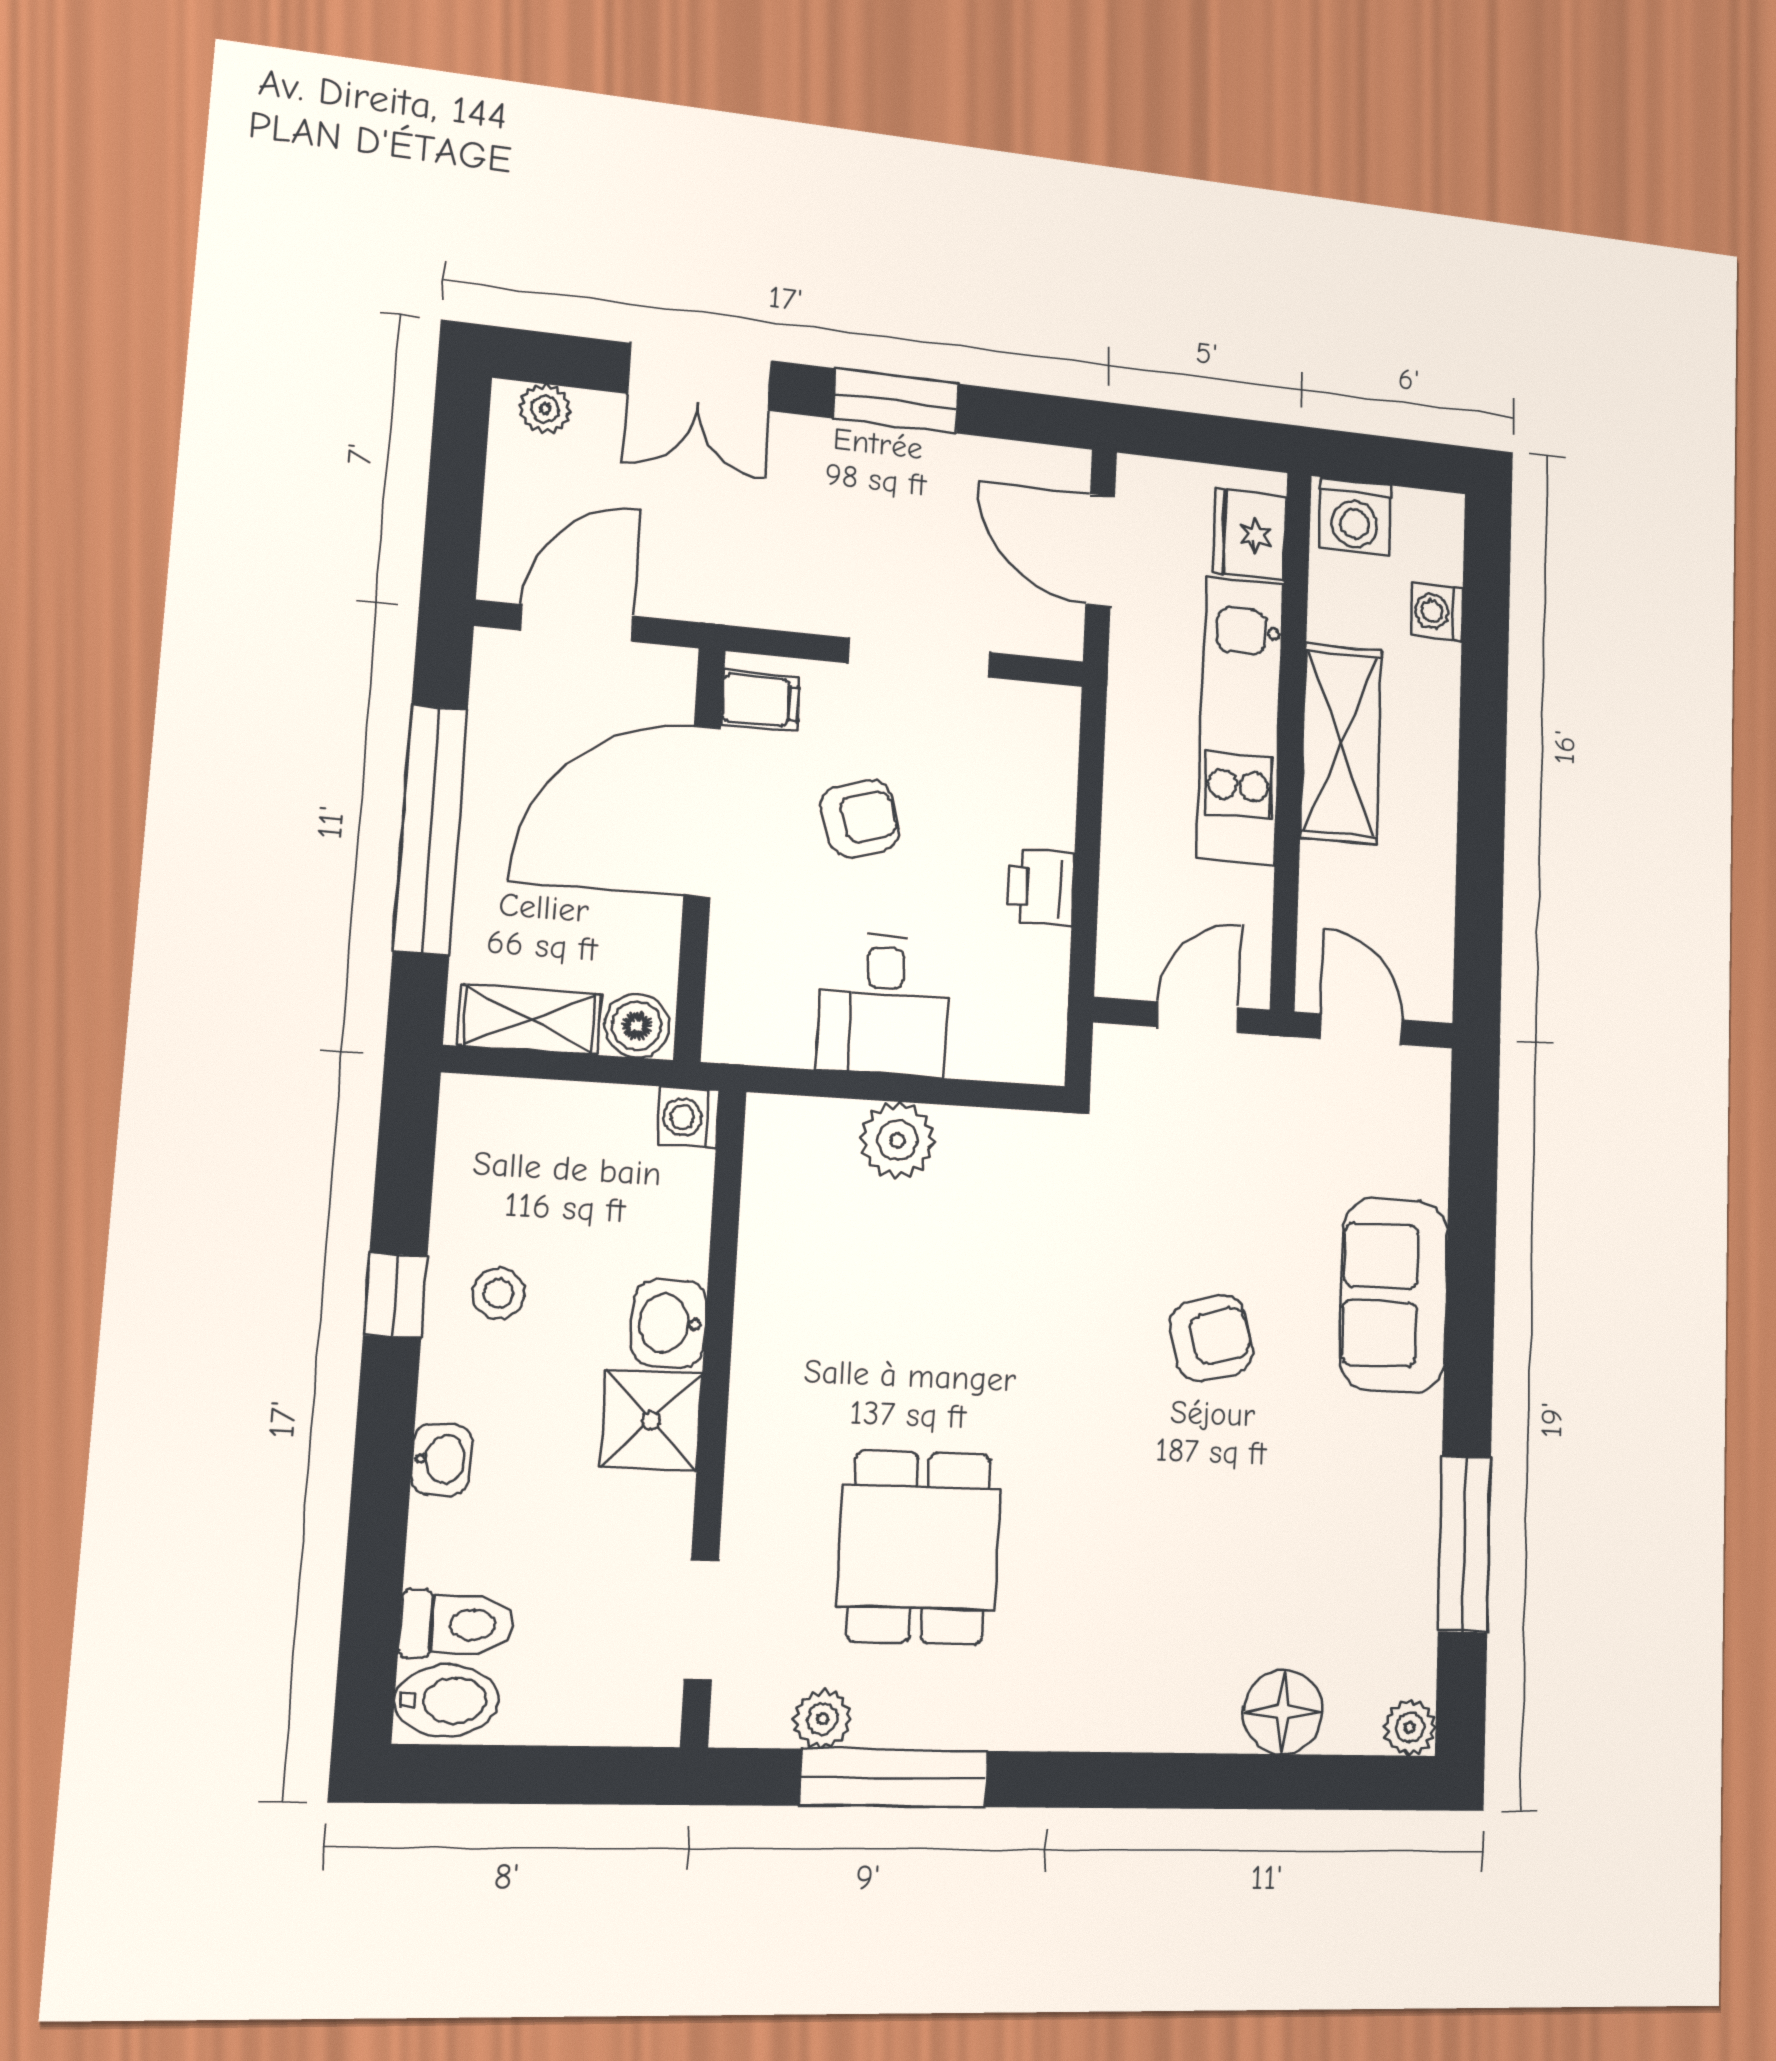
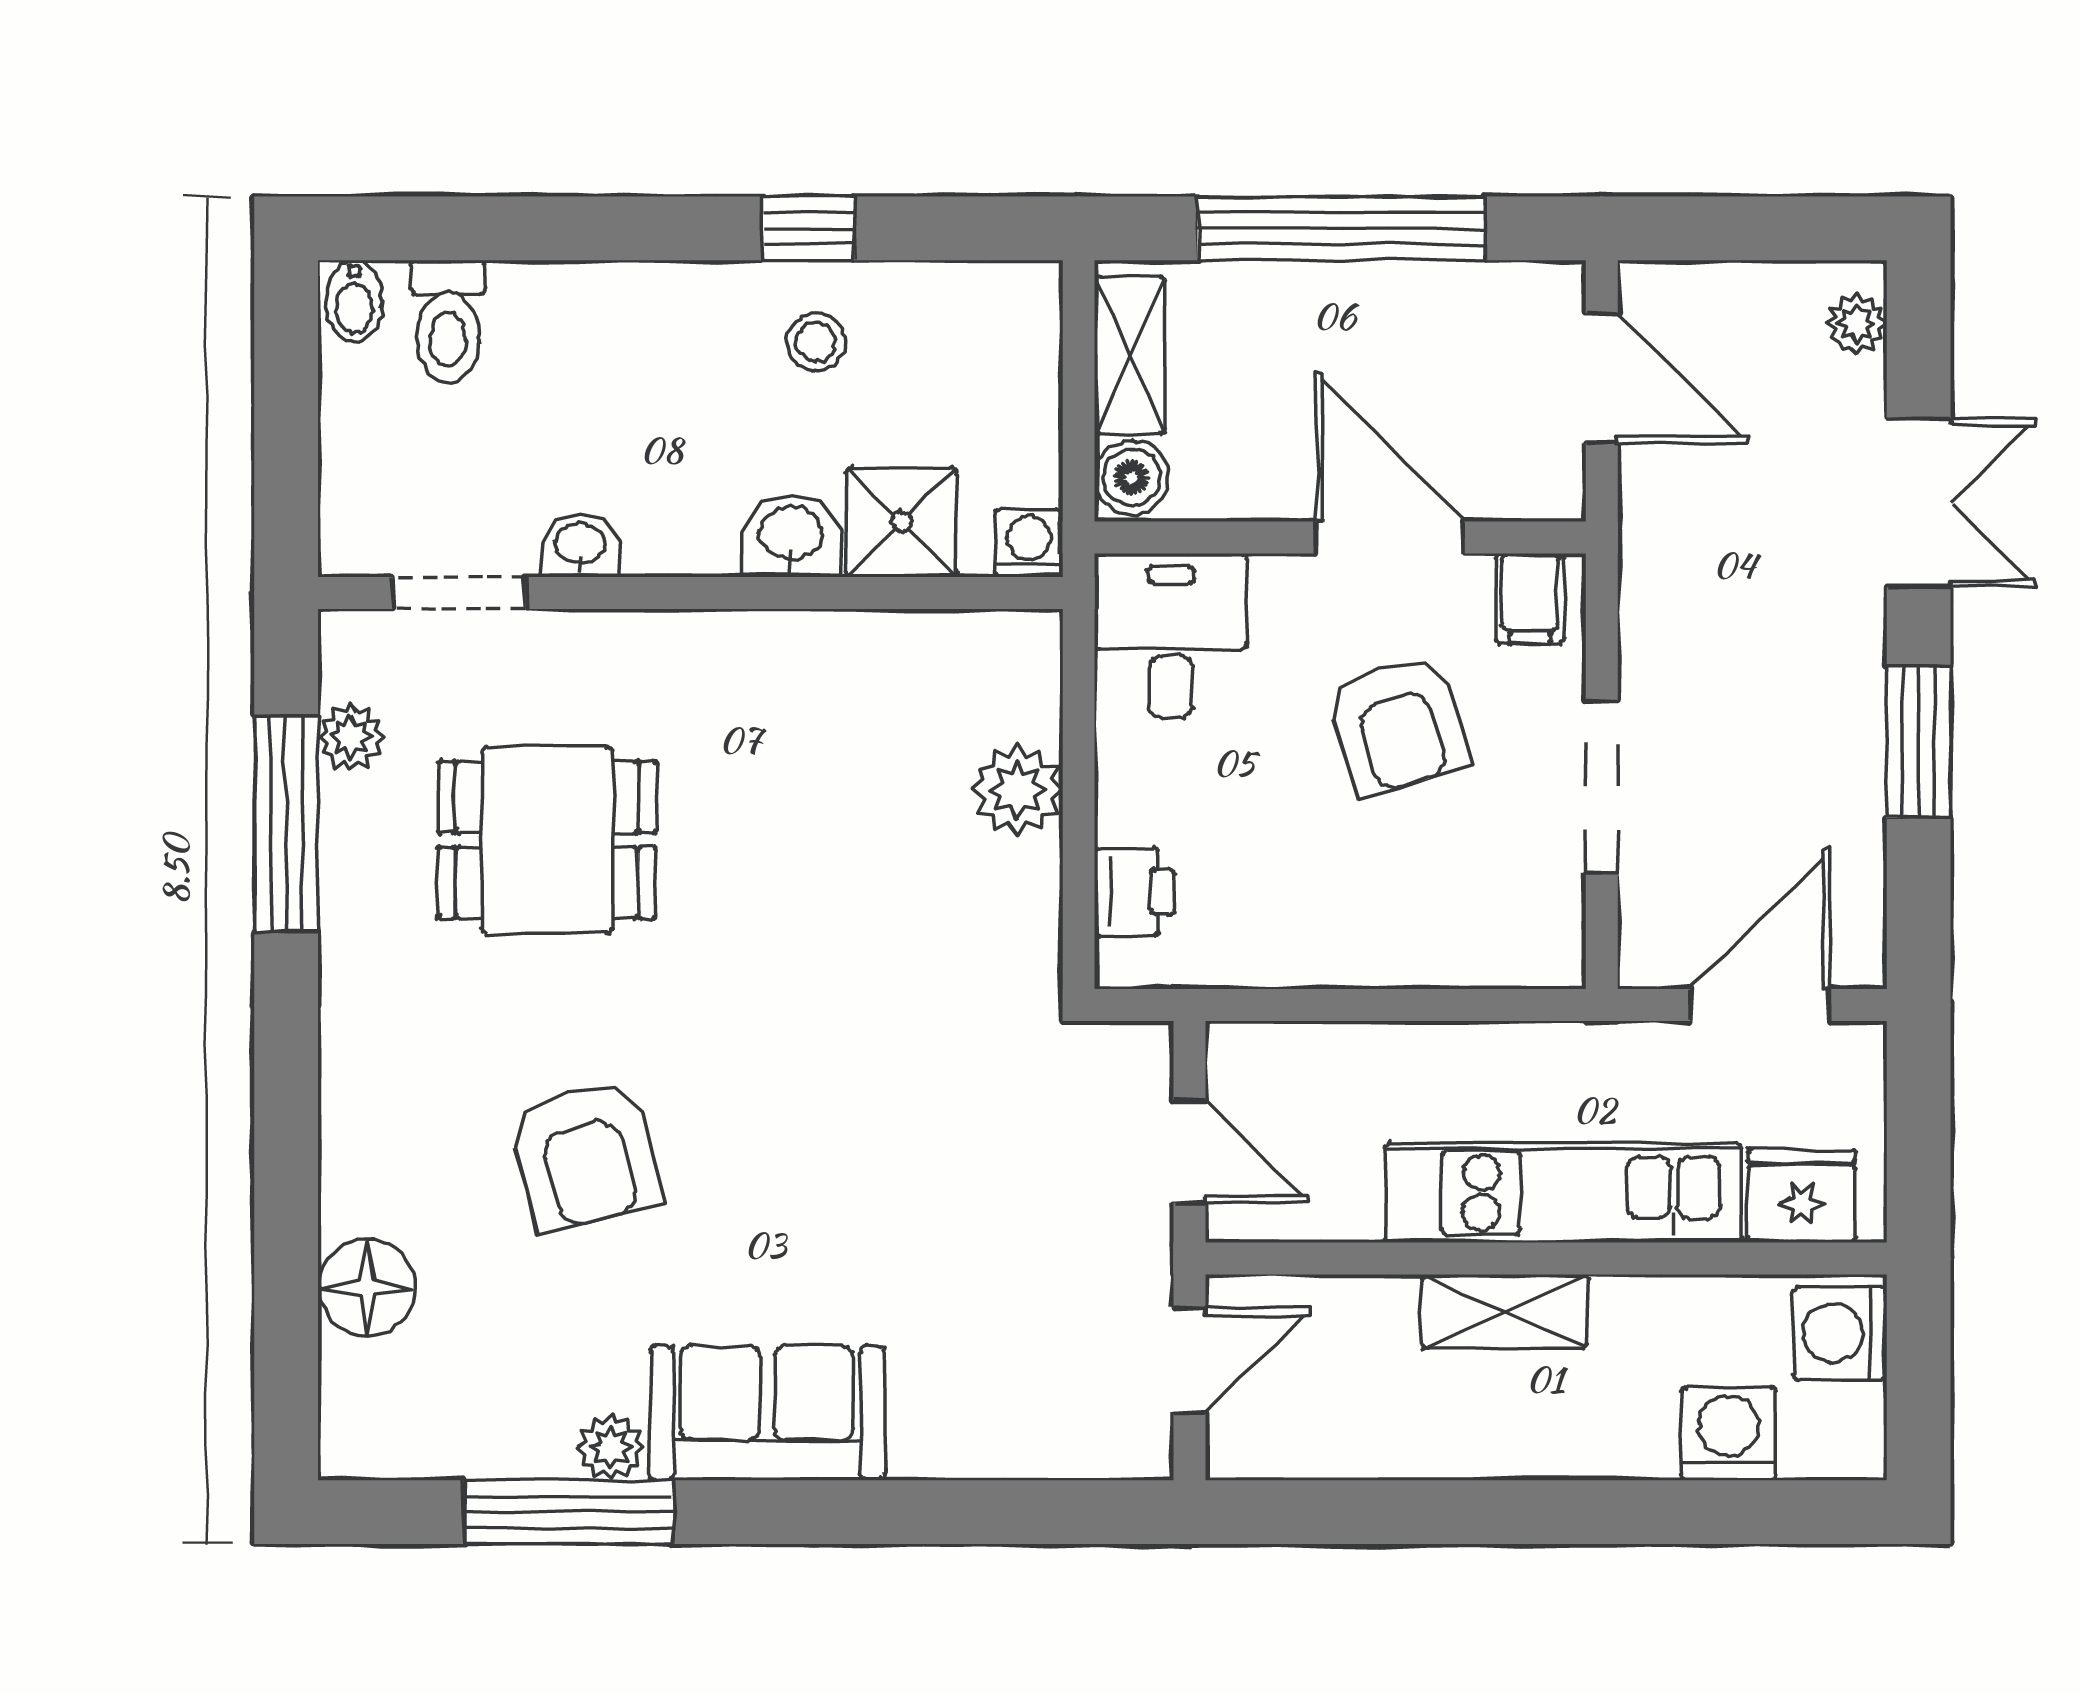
double door: (700, 377) -> (1919, 503), swing flipped
washing machine: (1437, 612) -> (1729, 1433), width x1.38, depth x1.38
shelving: (1341, 744) -> (1505, 1312), width x0.67, depth x0.75
door: (702, 812) -> (1390, 537), width x0.73
armchair: (860, 819) -> (1398, 725), width x1.38, depth x1.38
printer: (1041, 887) -> (1135, 892), moved, turned 90
desk: (884, 1005) -> (1171, 636), moved, turned 90
sofa: (1394, 1295) -> (767, 1413), moved
armchair: (1211, 1338) -> (586, 1155), moved, width x1.38, depth x1.38
shower: (651, 1420) -> (902, 522), moved
washbasin: (441, 1459) -> (580, 545), moved, turned 180
bidet: (447, 1700) -> (355, 301), width x0.72, depth x0.74
plant: (1410, 1728) -> (611, 1448), moved

